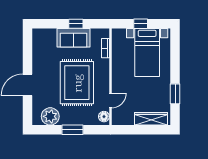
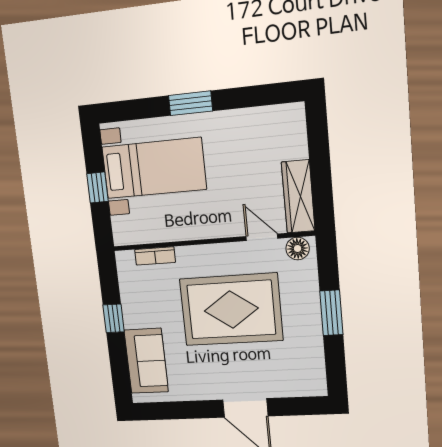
sofa: (74, 38) -> (146, 361), moved
window: (175, 94) -> (191, 103), moved
plant: (50, 116) -> (306, 360), removed
wardrobe: (151, 119) -> (298, 196), moved

